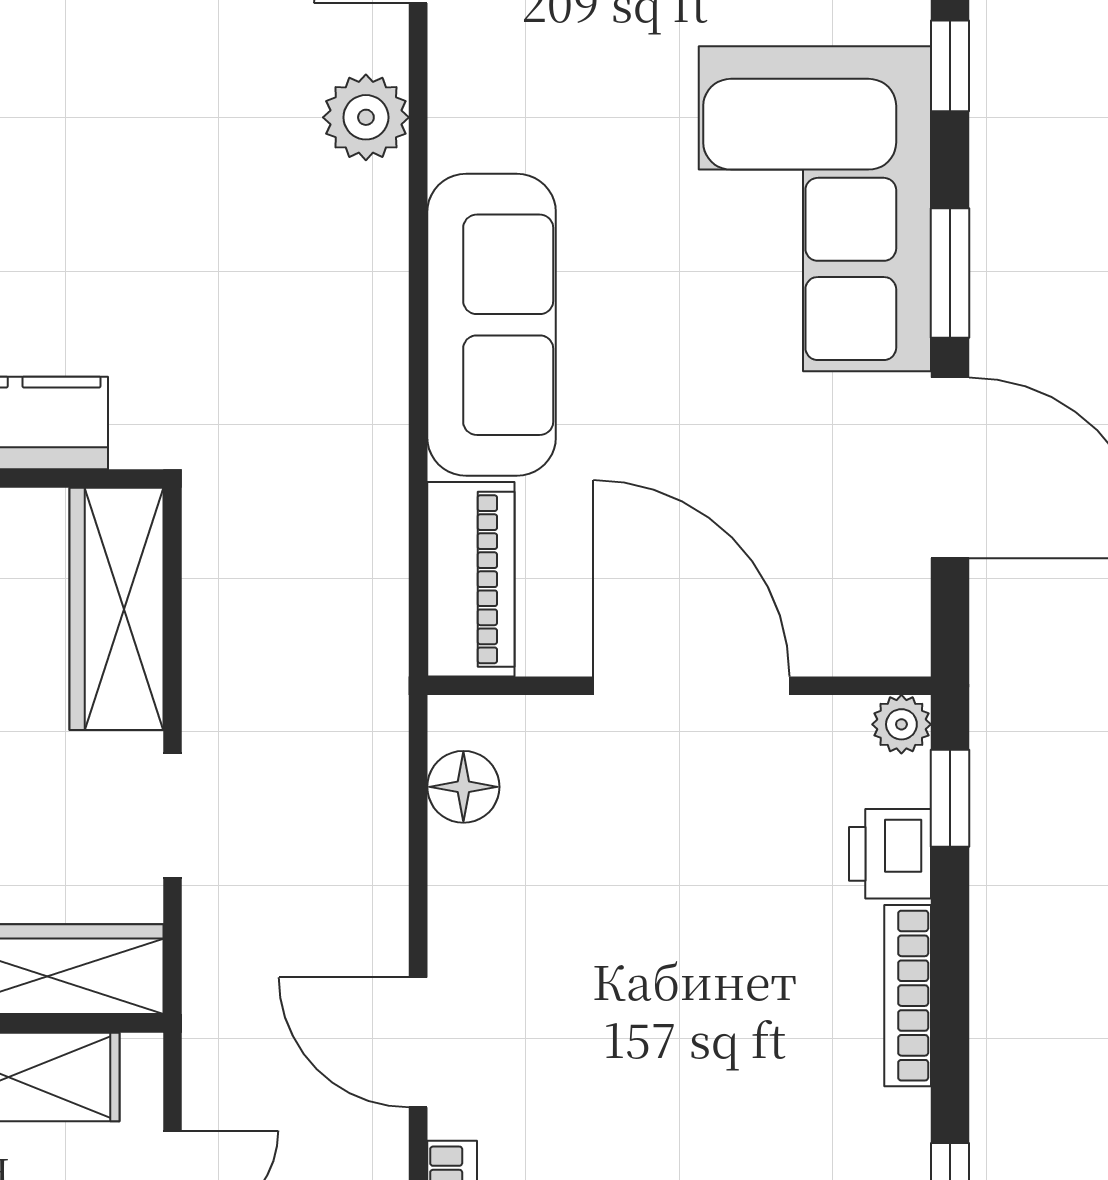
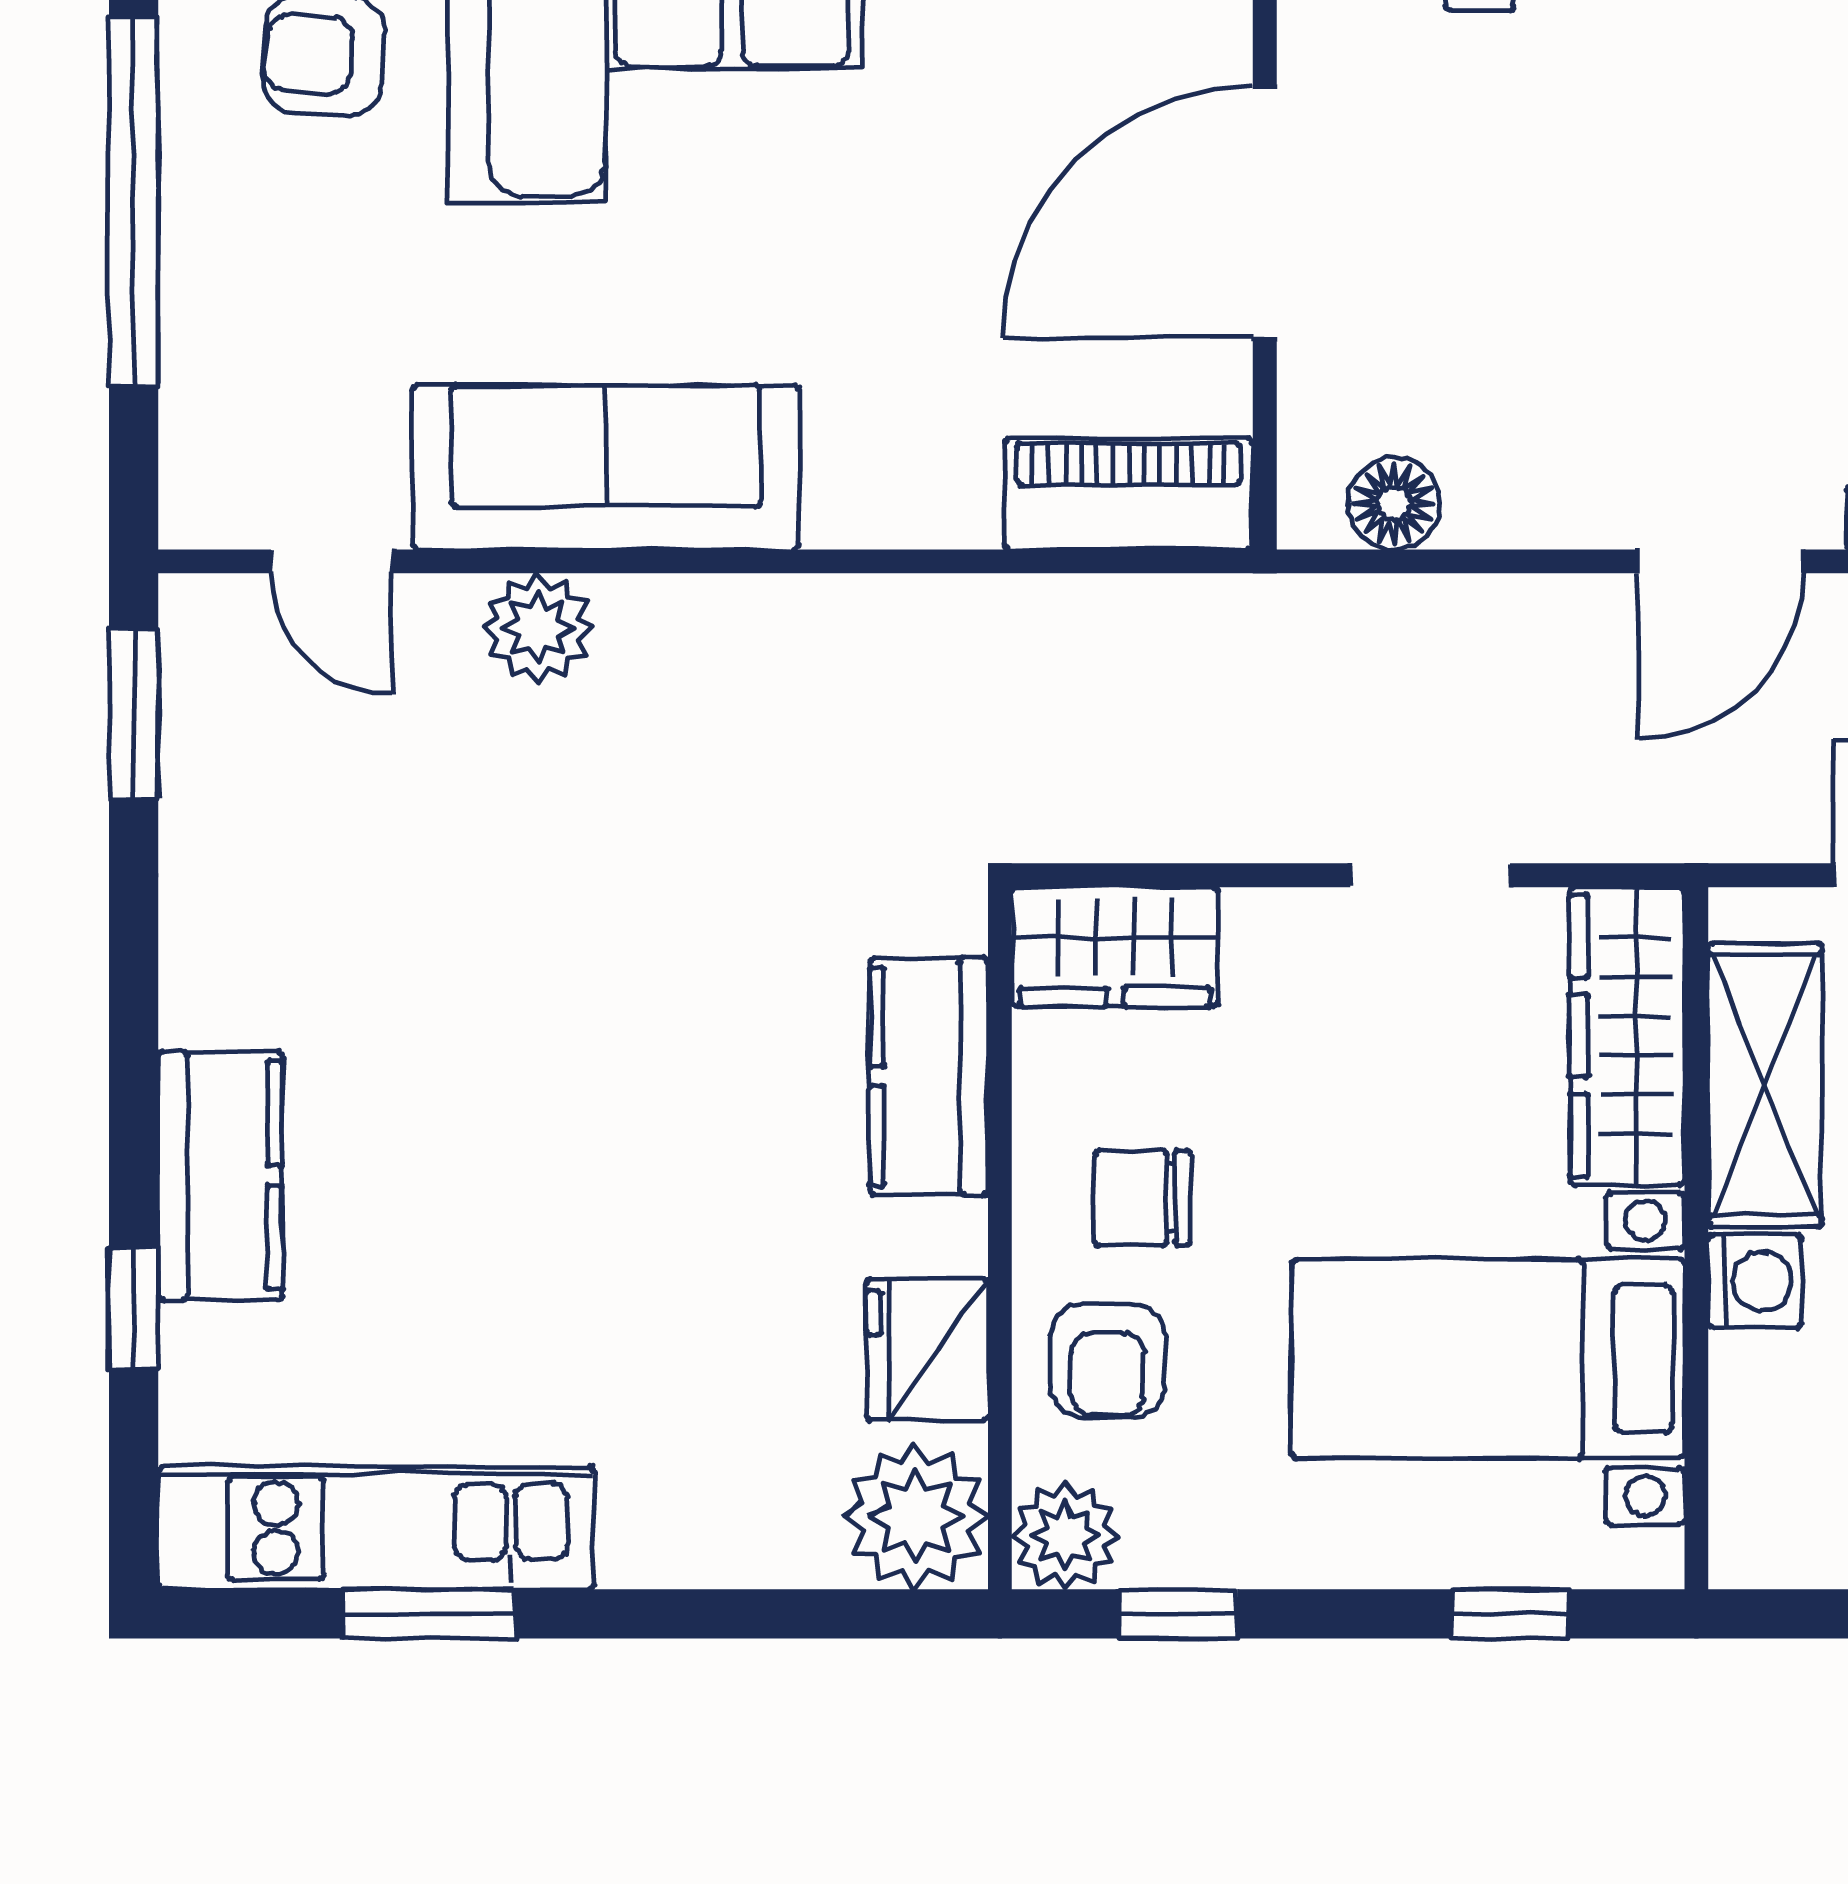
sofa: (492, 325) -> (606, 467), moved
wardrobe: (116, 609) -> (1115, 947), width x0.67

